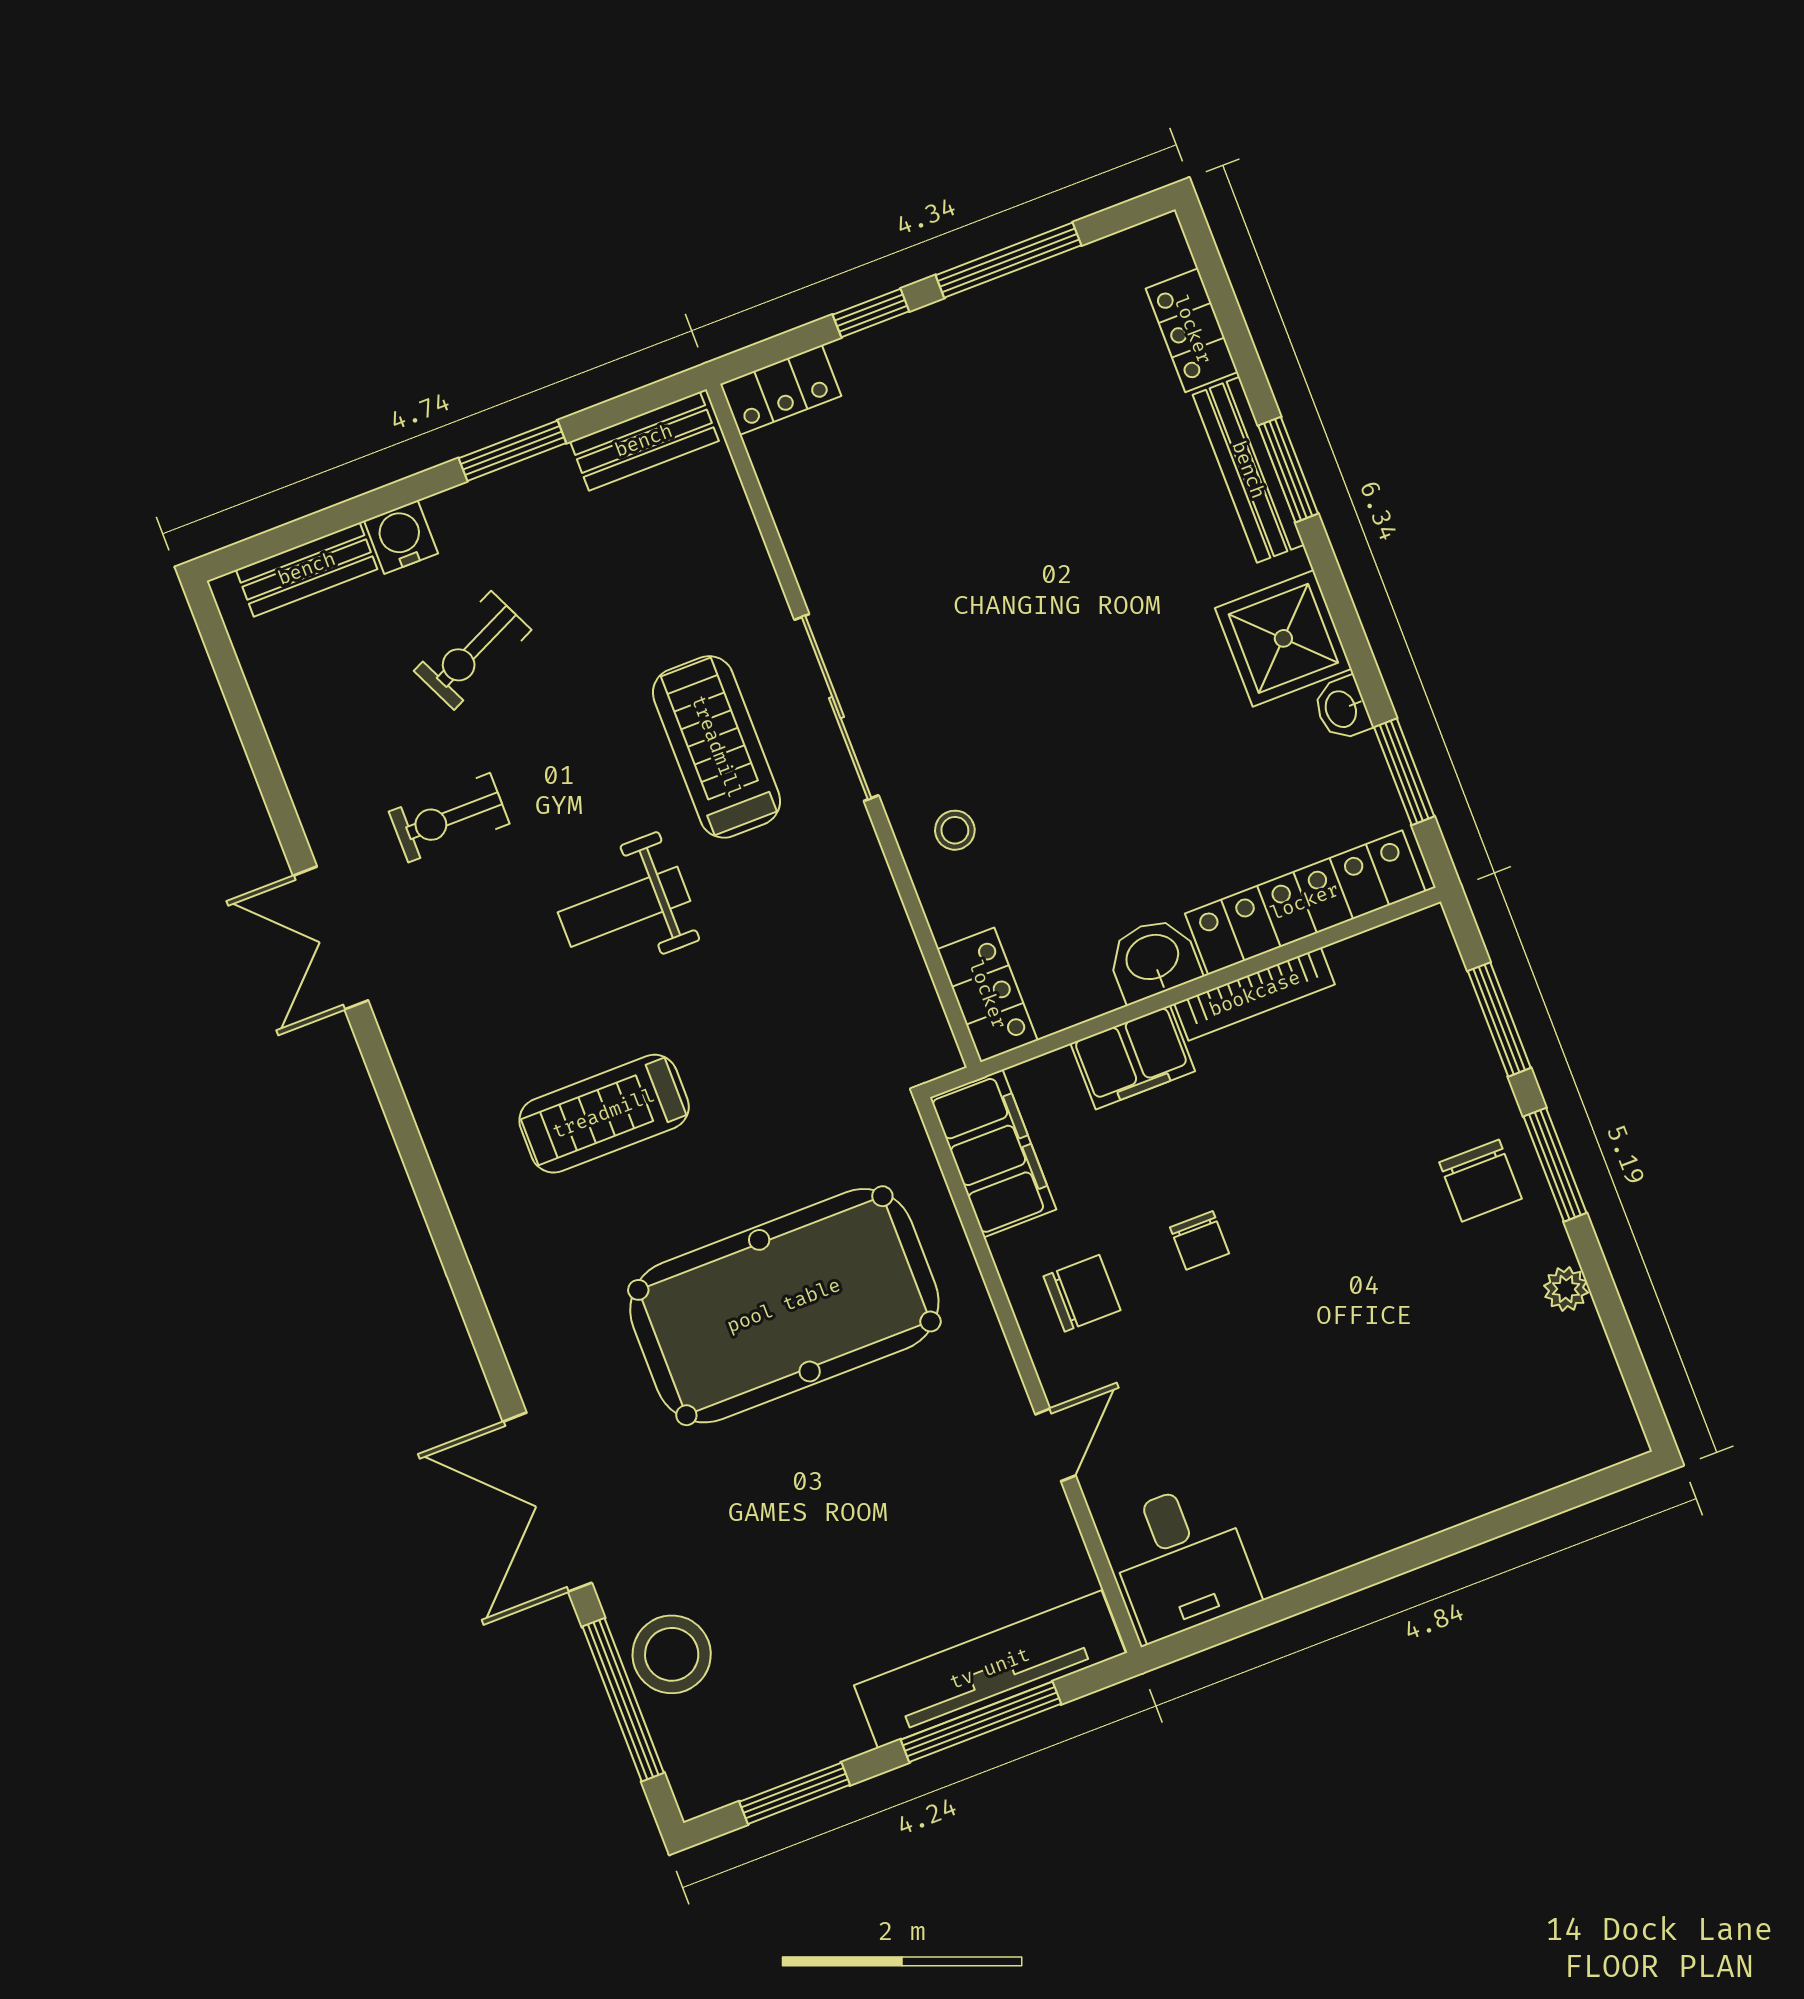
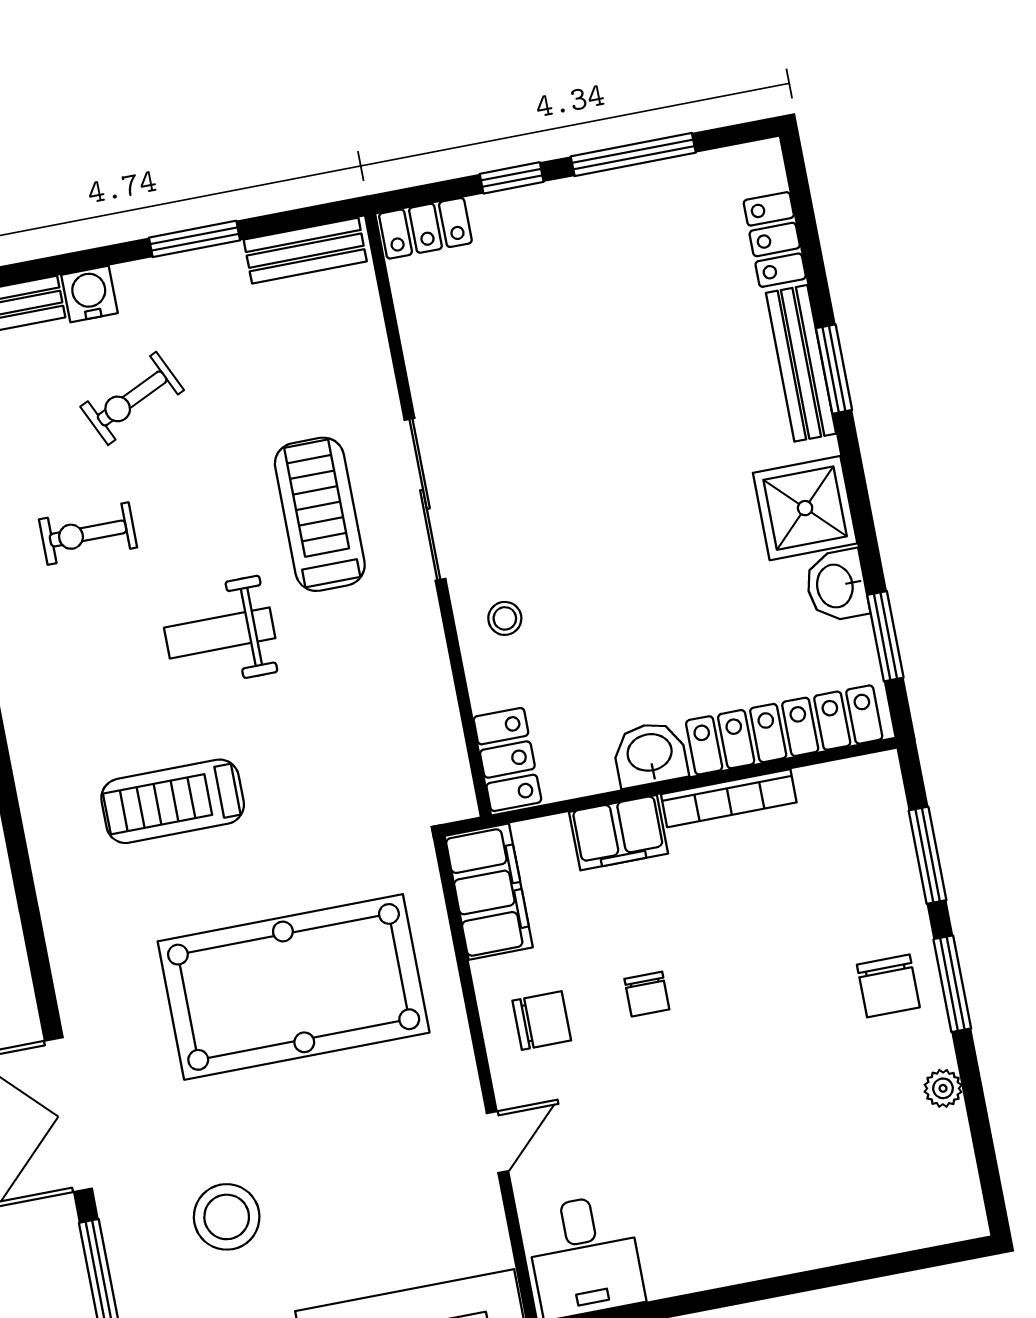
washbasin: (1342, 709) -> (836, 586), width x1.38, depth x1.45
stool: (672, 1654) -> (227, 1217), moved

